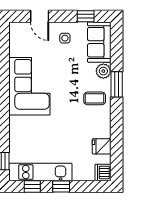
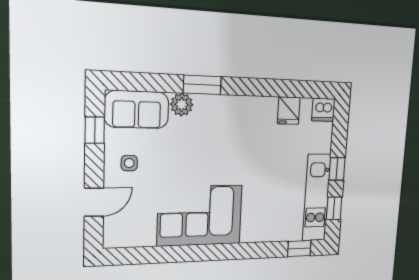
coffee table: (95, 98) -> (221, 119), removed

